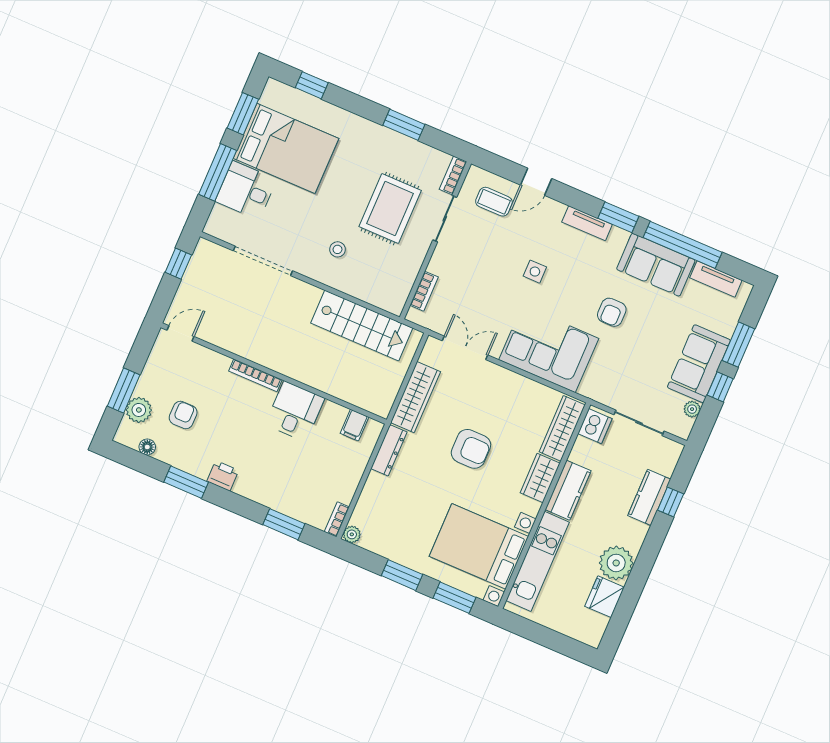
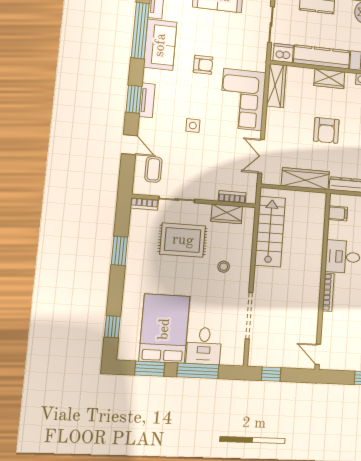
window: (618, 217) -> (134, 99), moved
wardrobe: (404, 277) -> (227, 214), added
wardrobe: (562, 428) -> (276, 86), moved, turned -90
armchair: (471, 449) -> (326, 130), turned 180
kitchen counter: (568, 490) -> (322, 57), width x1.50

